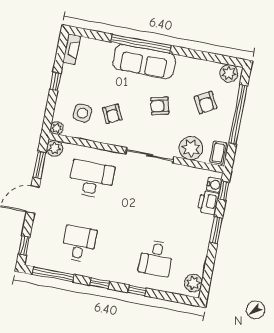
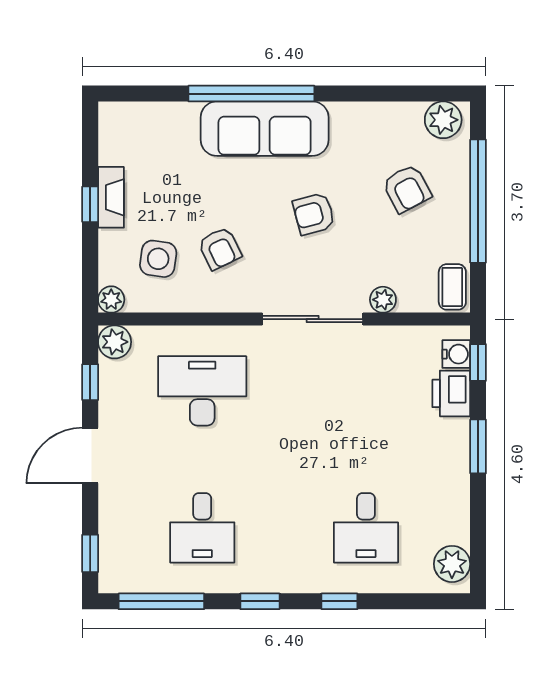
fireplace: (72, 49) -> (111, 197), moved
plant: (191, 148) -> (383, 300), width x0.53, depth x0.53
window: (39, 165) -> (90, 382), width x0.67
desk: (79, 244) -> (202, 528), turned 180

